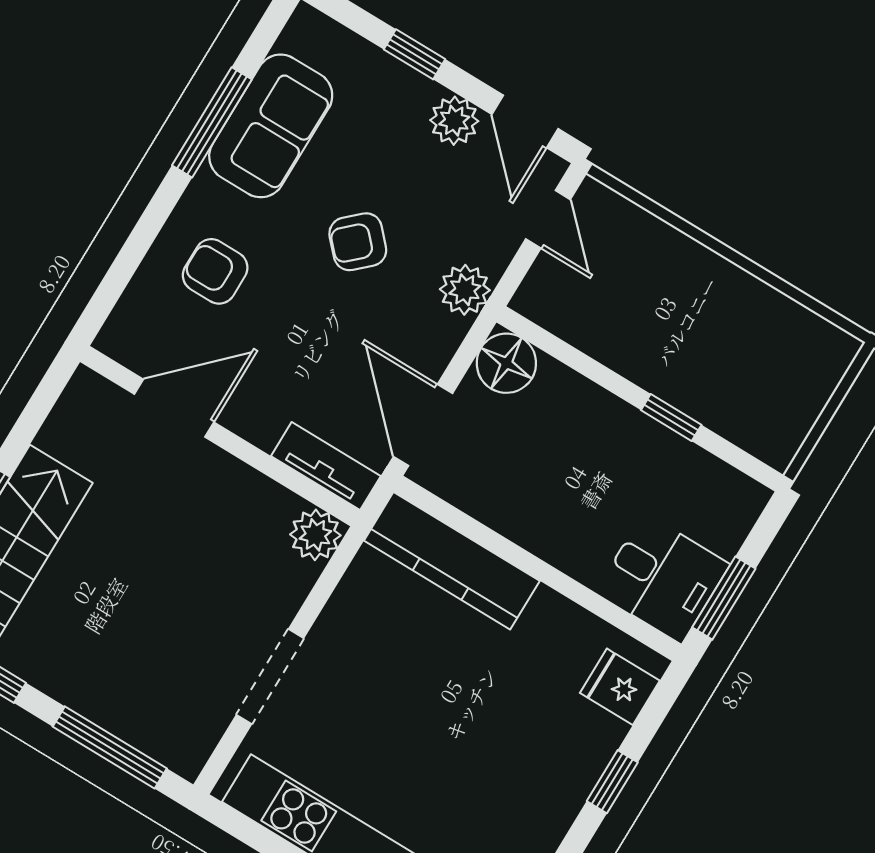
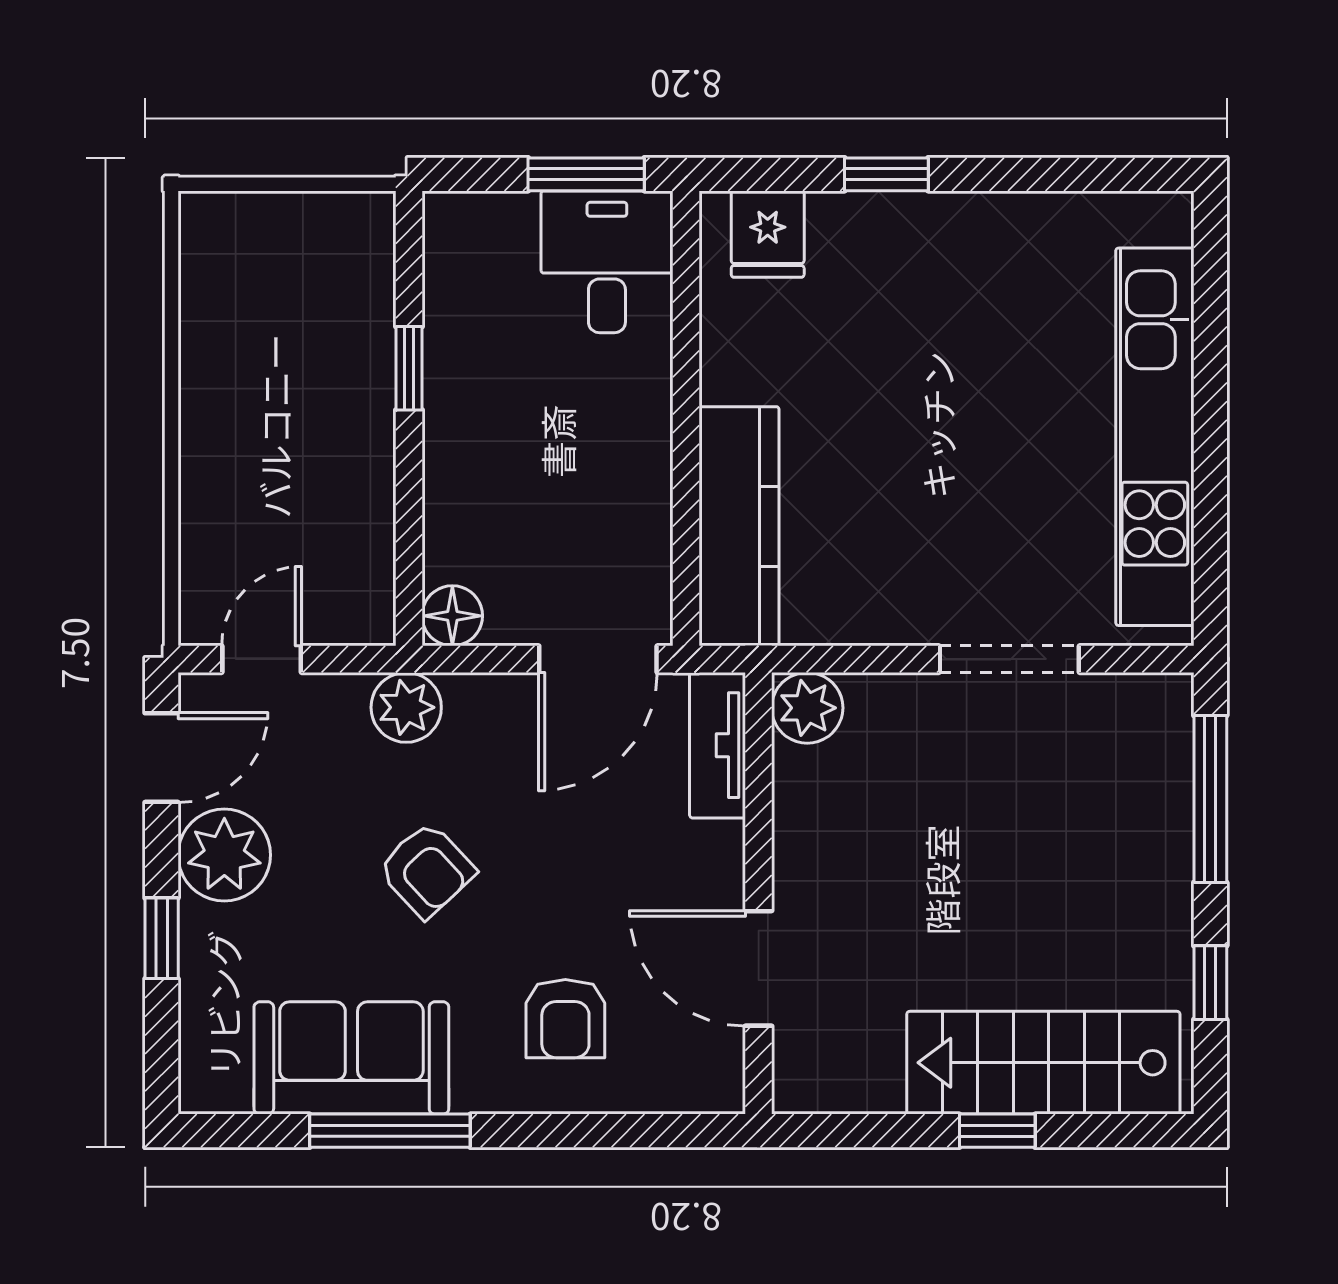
plant: (454, 121) -> (224, 855), width x1.36, depth x1.36
floor lamp: (506, 363) -> (452, 616), width x0.73, depth x0.73

